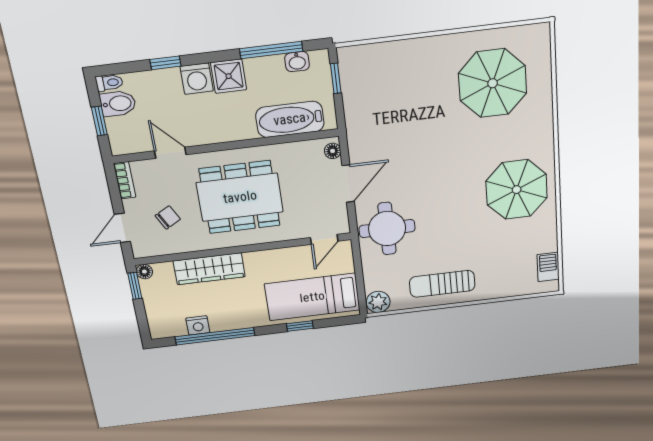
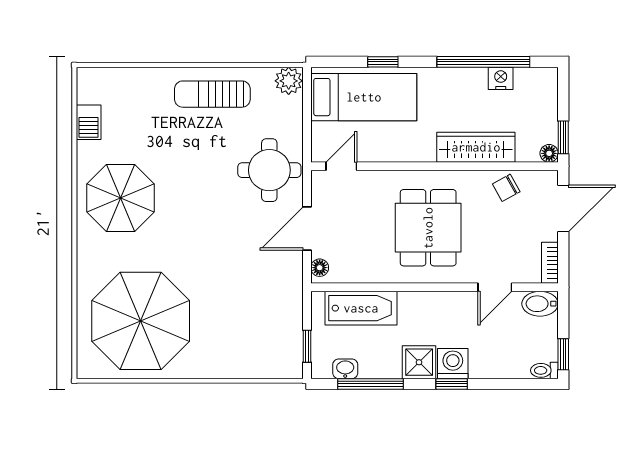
window: (165, 63) -> (452, 384), moved
parasol: (493, 83) -> (141, 321), width x1.36, depth x1.36
bidet: (118, 104) -> (540, 304), moved
window: (99, 121) -> (563, 354), moved
door: (170, 153) -> (495, 287), hinge flipped
dining table: (240, 197) -> (428, 228), width x0.73
chair: (168, 217) -> (506, 188), moved
door: (122, 228) -> (563, 208), width x1.38
barbecue: (548, 267) -> (89, 122), moved
sun lounger: (442, 284) -> (212, 94), turned 180

